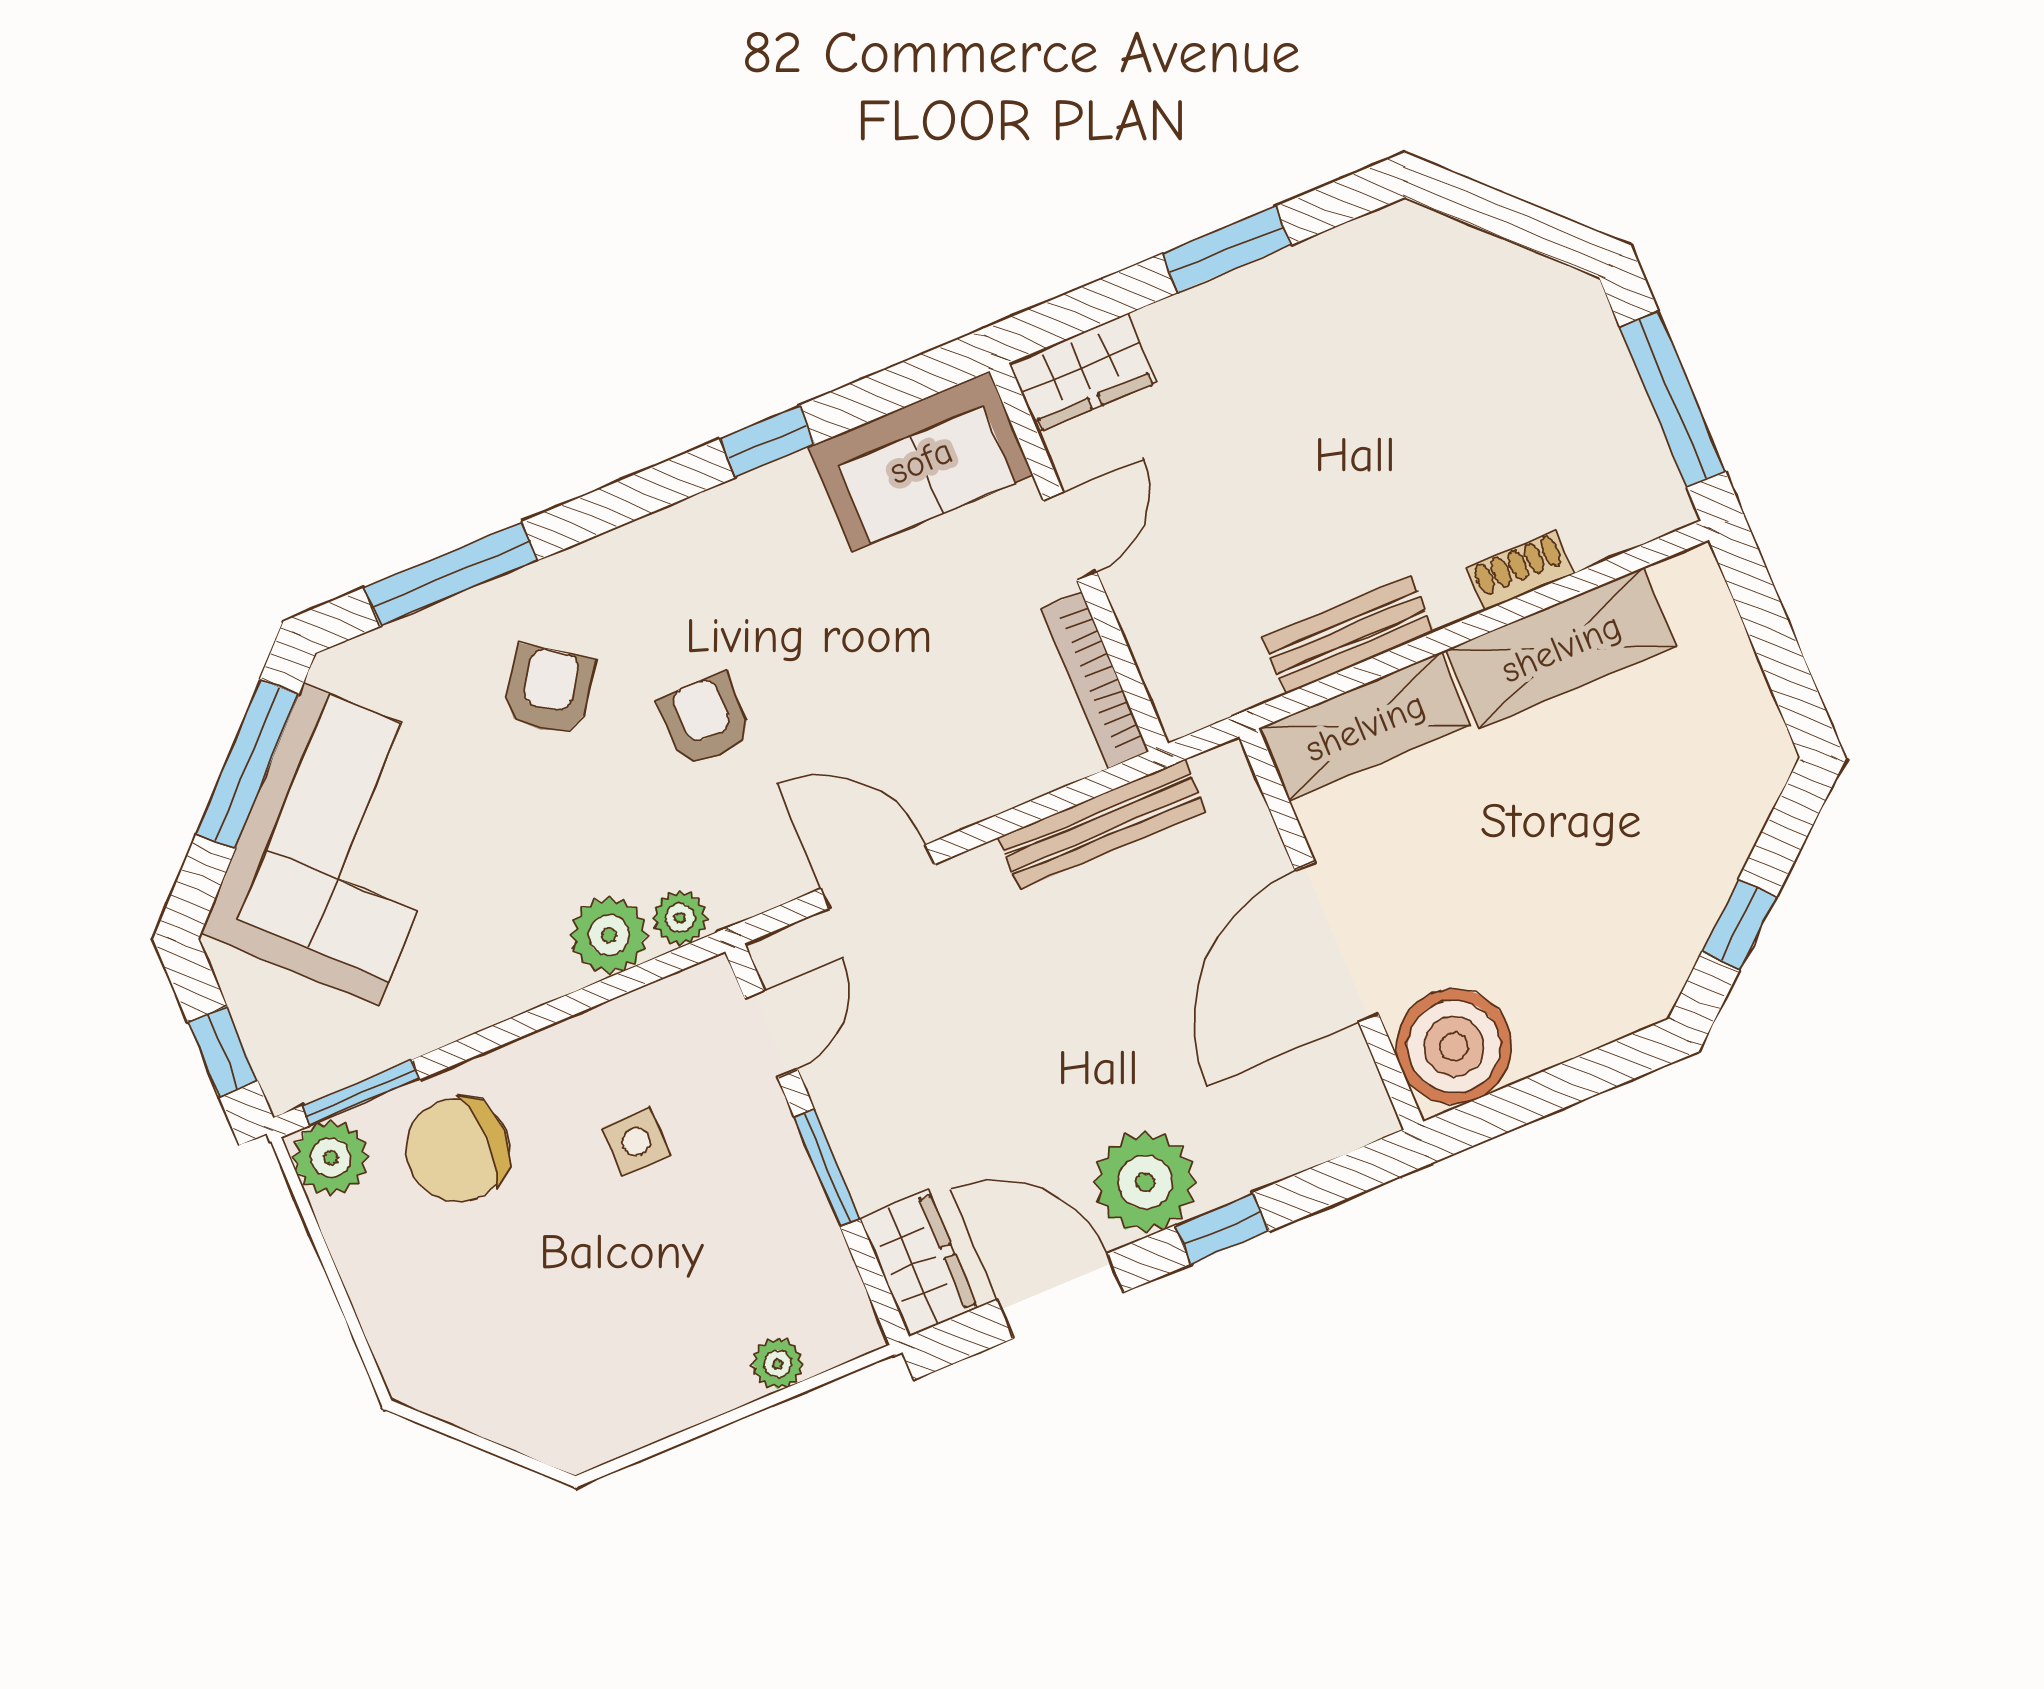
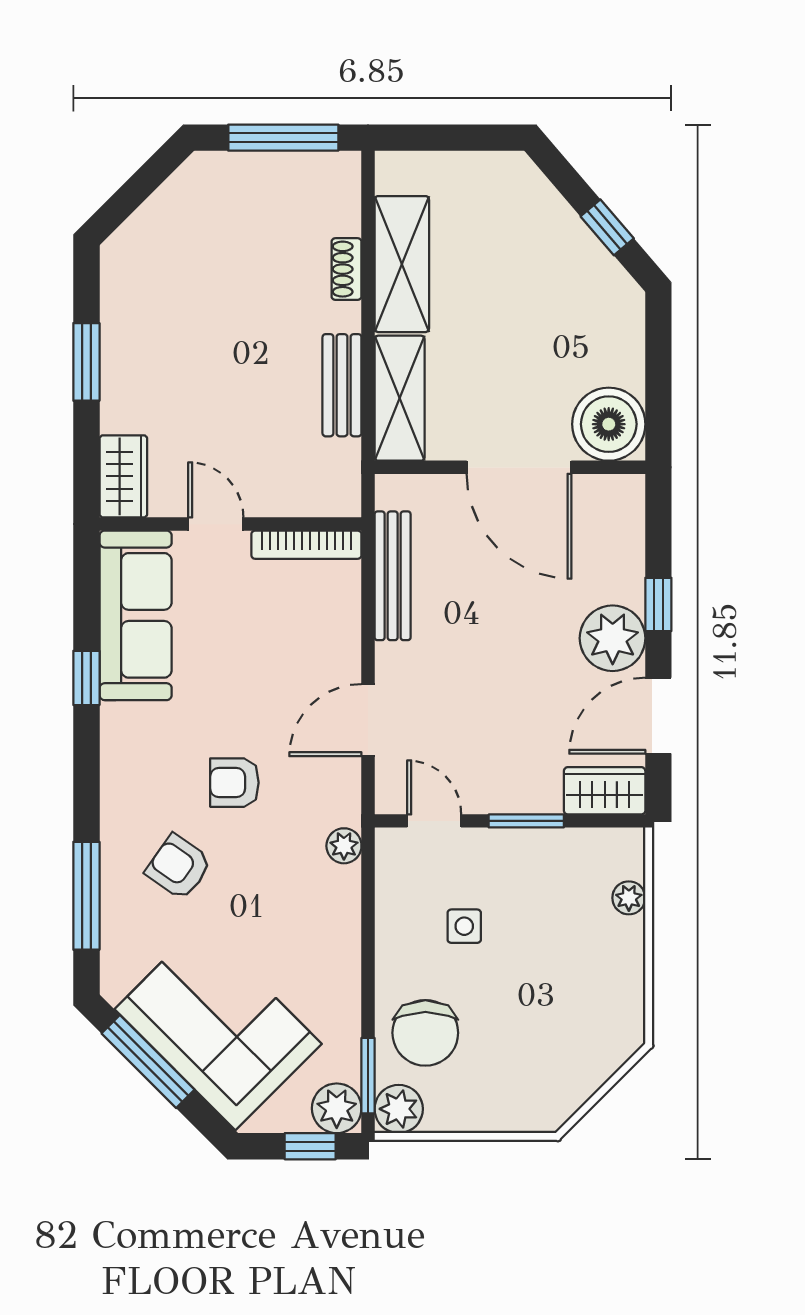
sofa: (921, 461) -> (136, 615), width x1.36
plant: (609, 935) -> (337, 1108), moved

